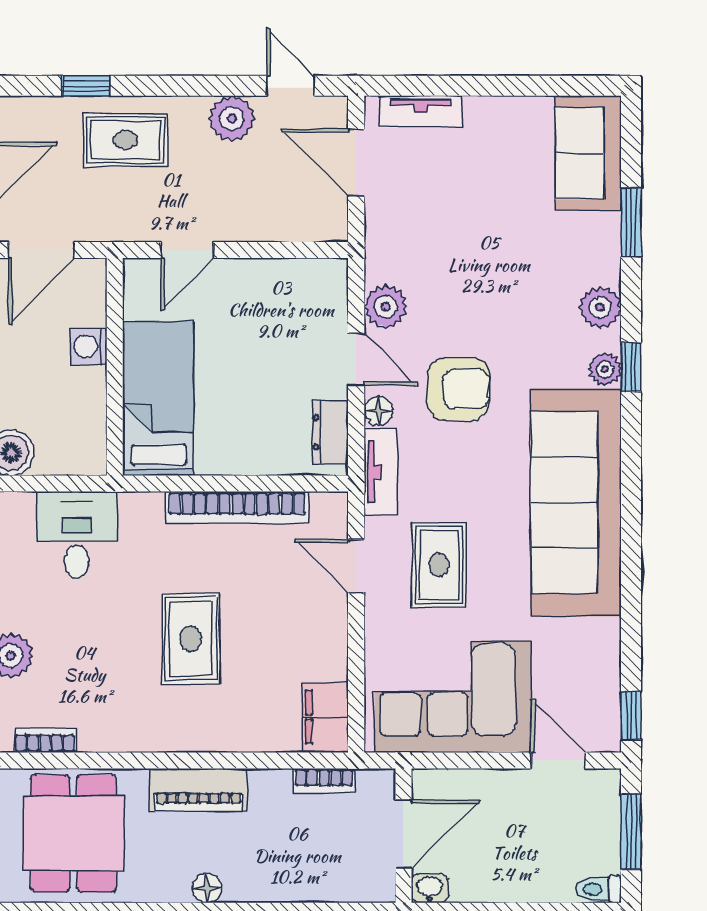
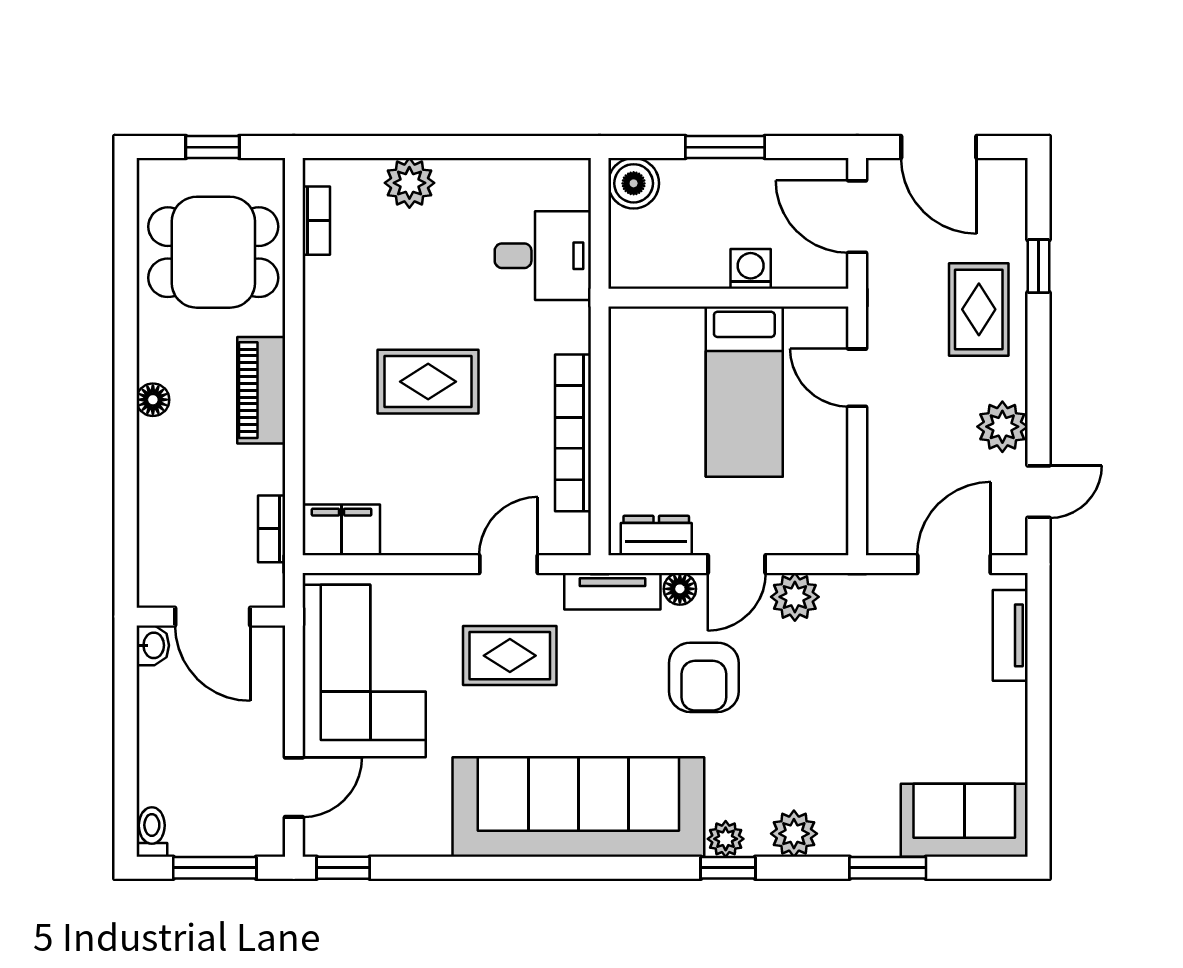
bed: (159, 398) -> (744, 392), moved, turned 90

